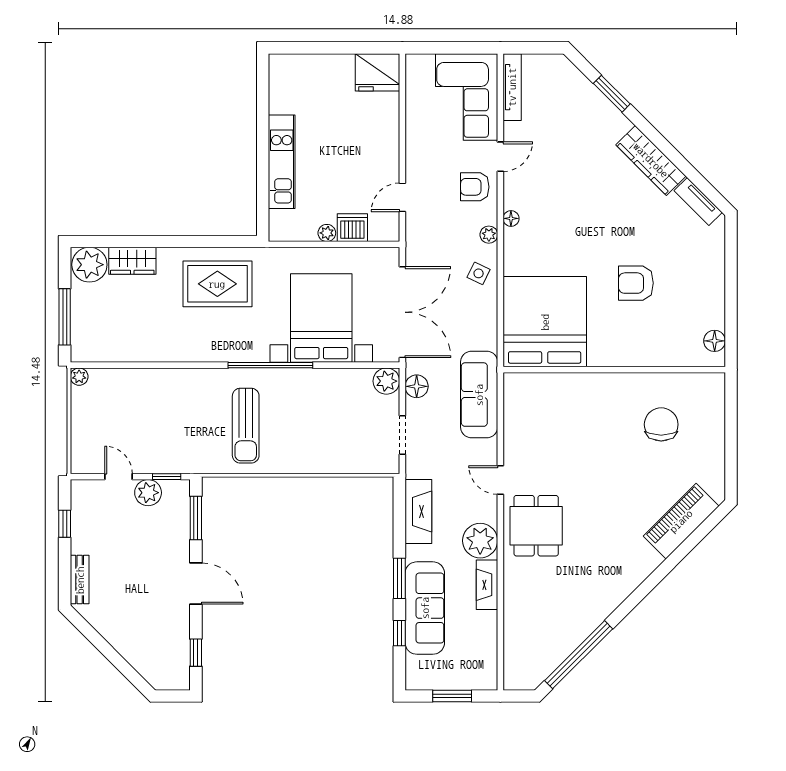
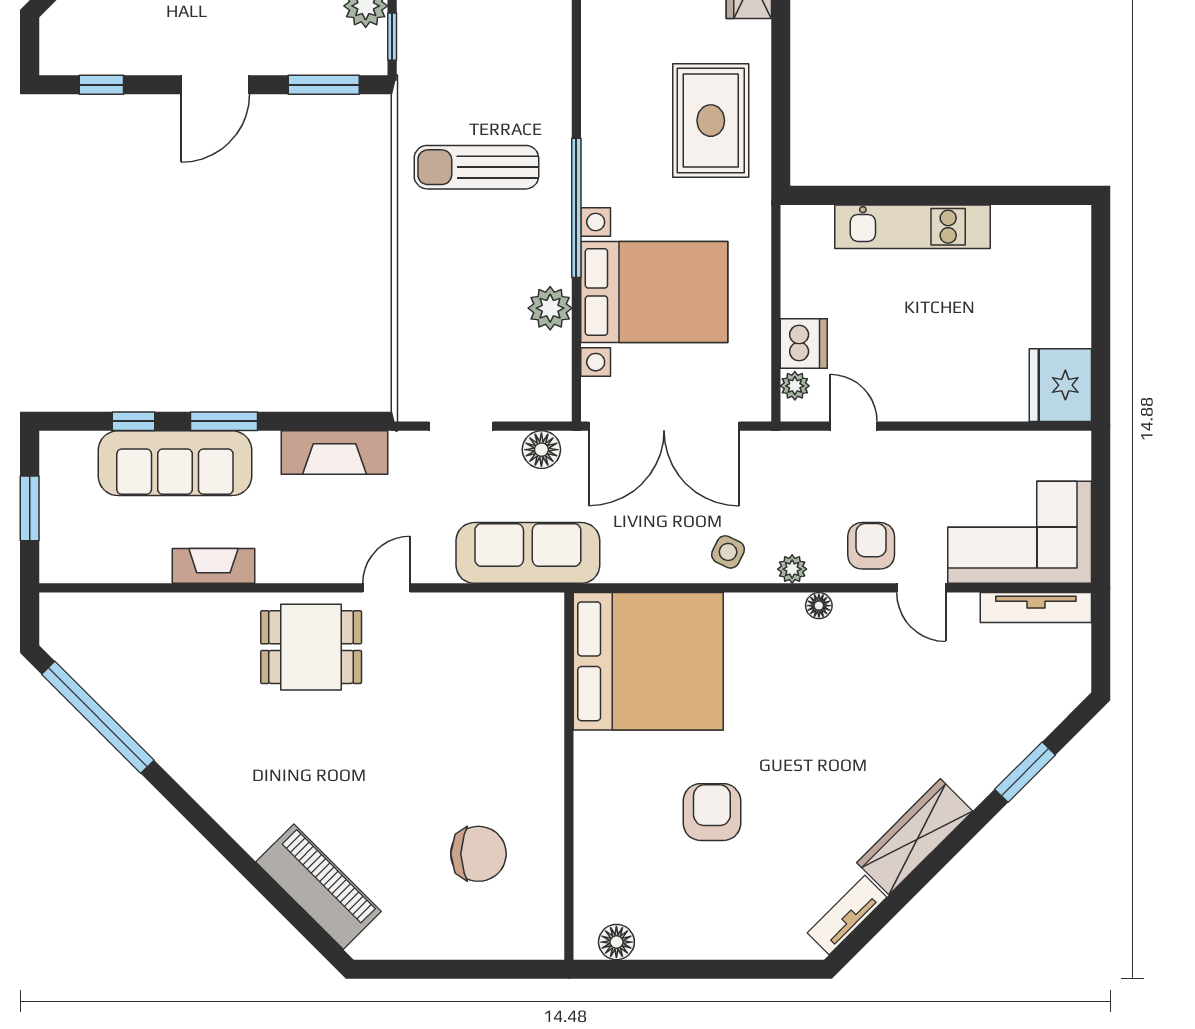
plant: (327, 233) -> (795, 386), moved
plant: (386, 381) -> (550, 308), moved
plant: (480, 541) -> (286, 555), removed

